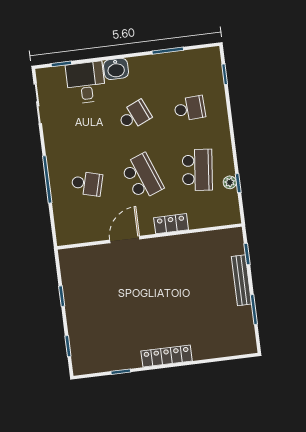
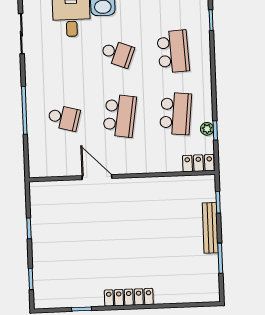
school desk: (190, 109) -> (173, 51), width x1.85
school desk: (134, 115) -> (117, 54), turned 45
school desk: (142, 177) -> (120, 116), turned 30
locker: (171, 224) -> (198, 163), moved
door: (125, 240) -> (97, 177), hinge flipped

